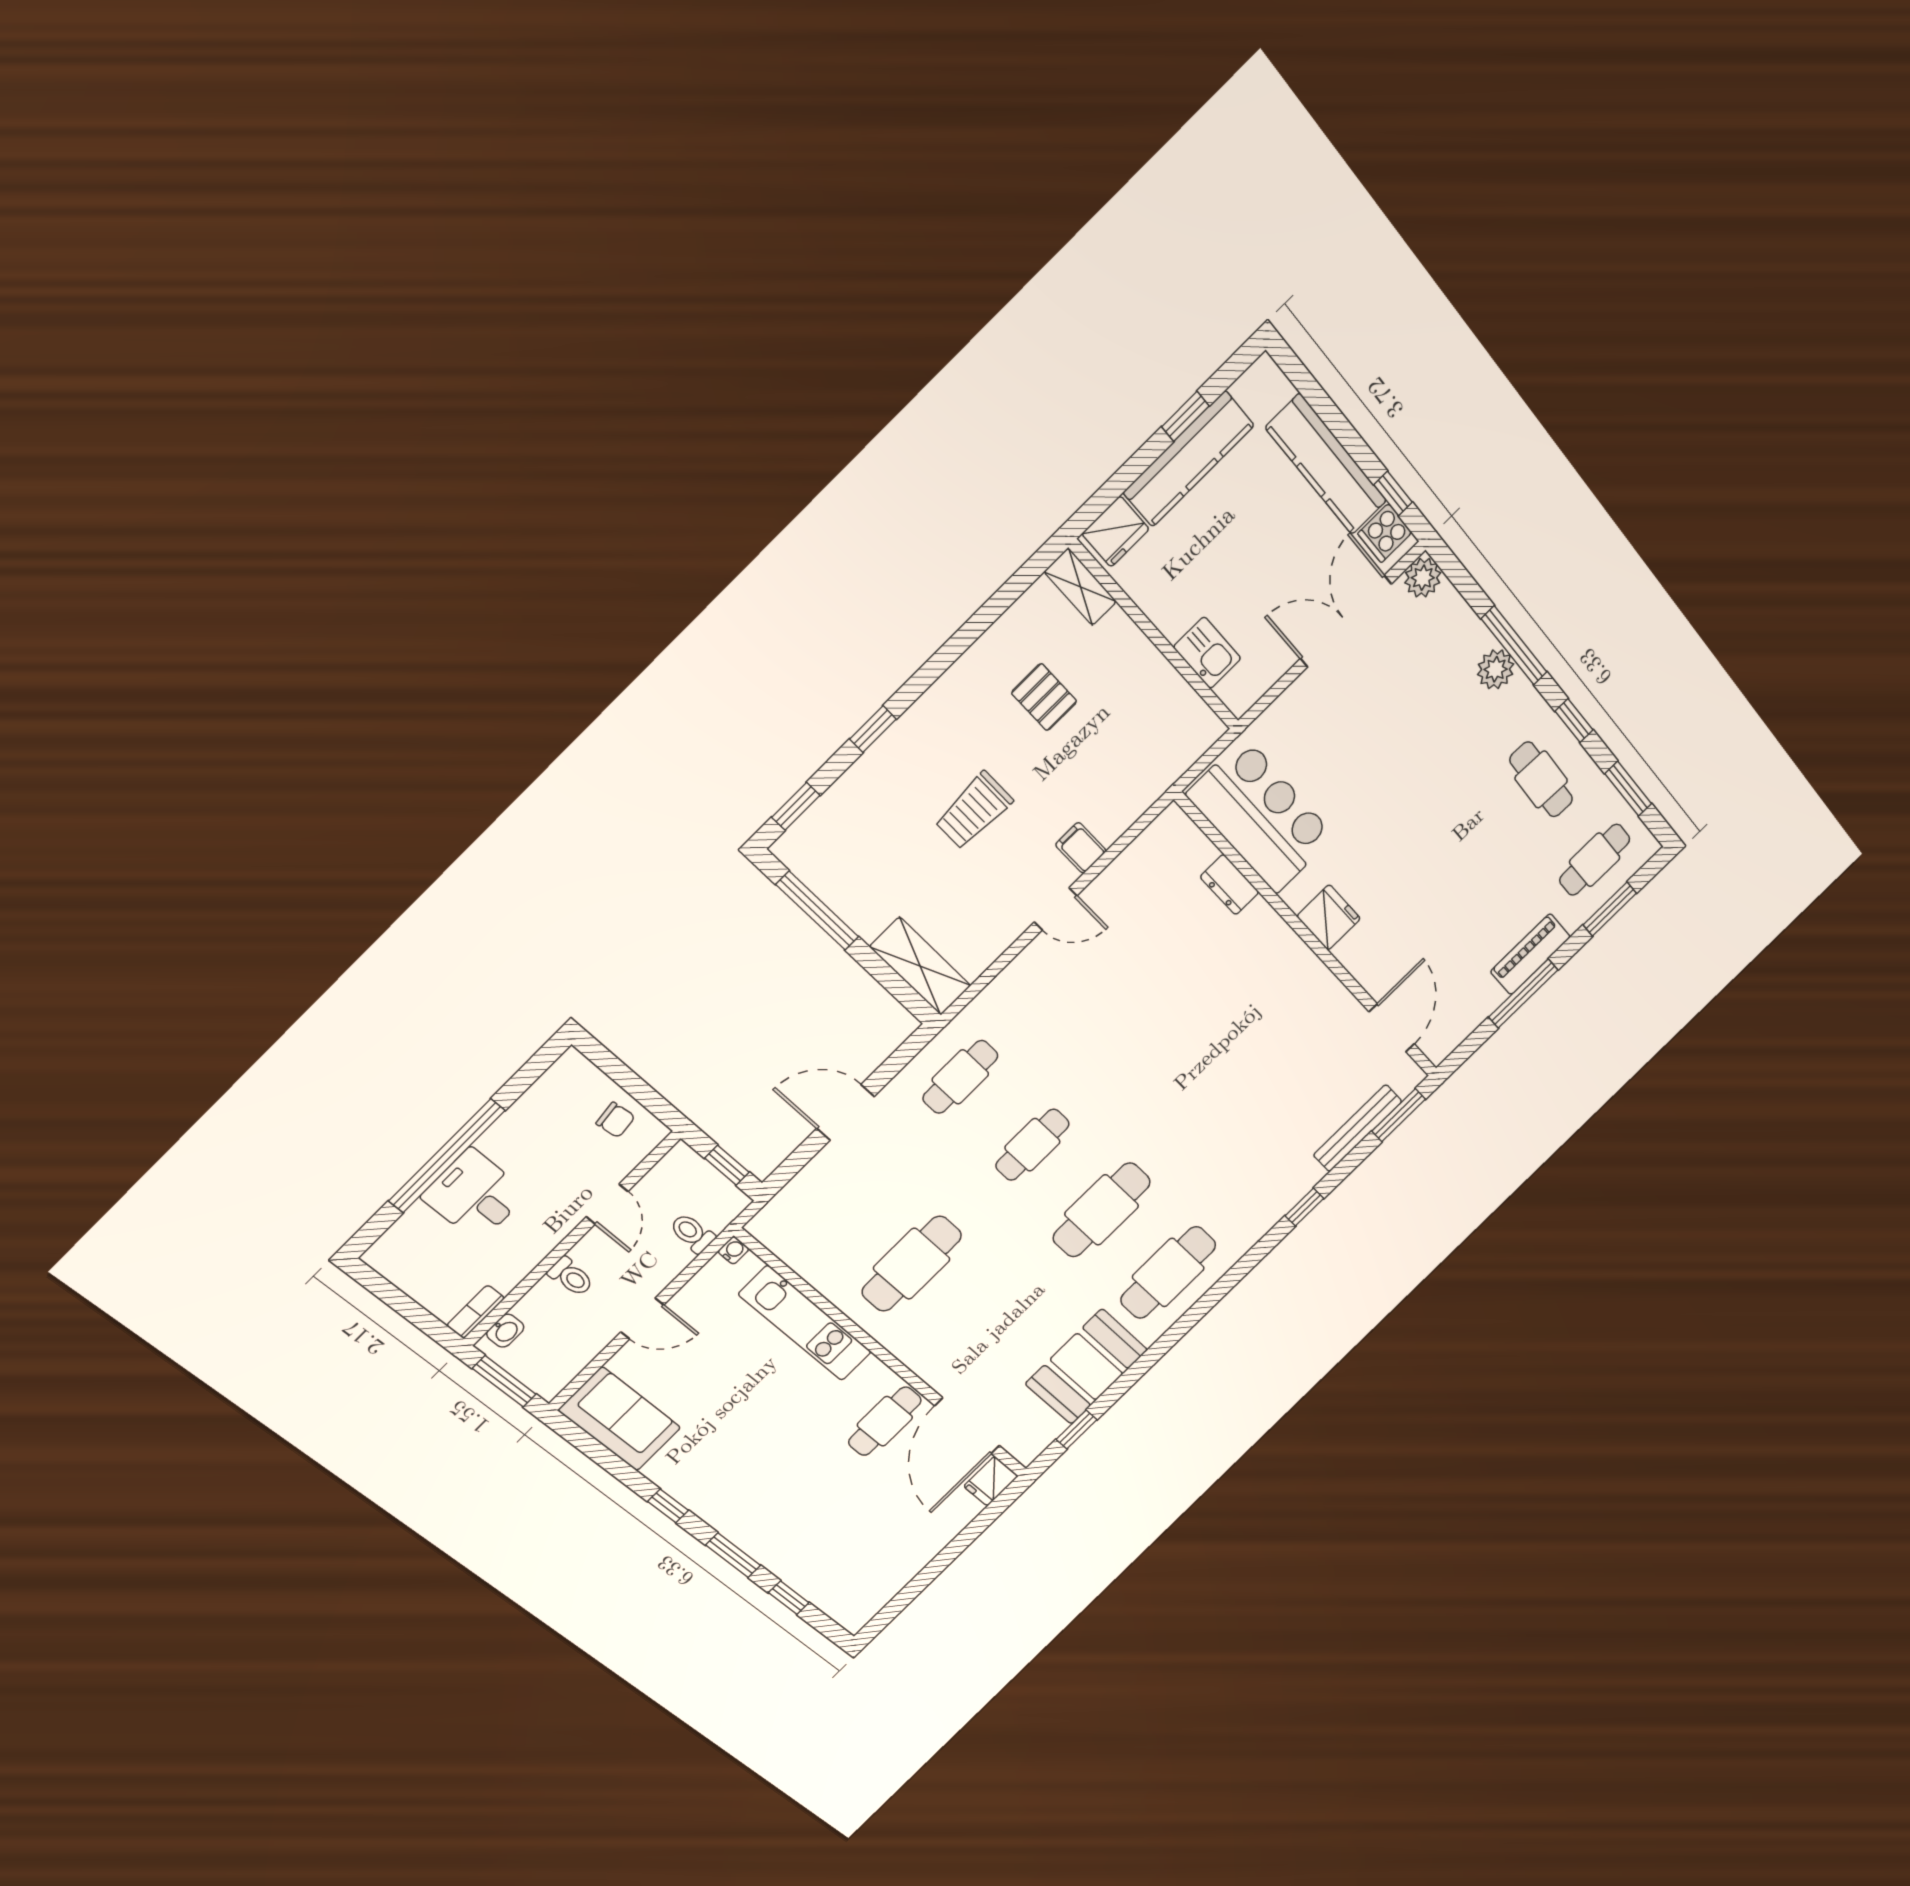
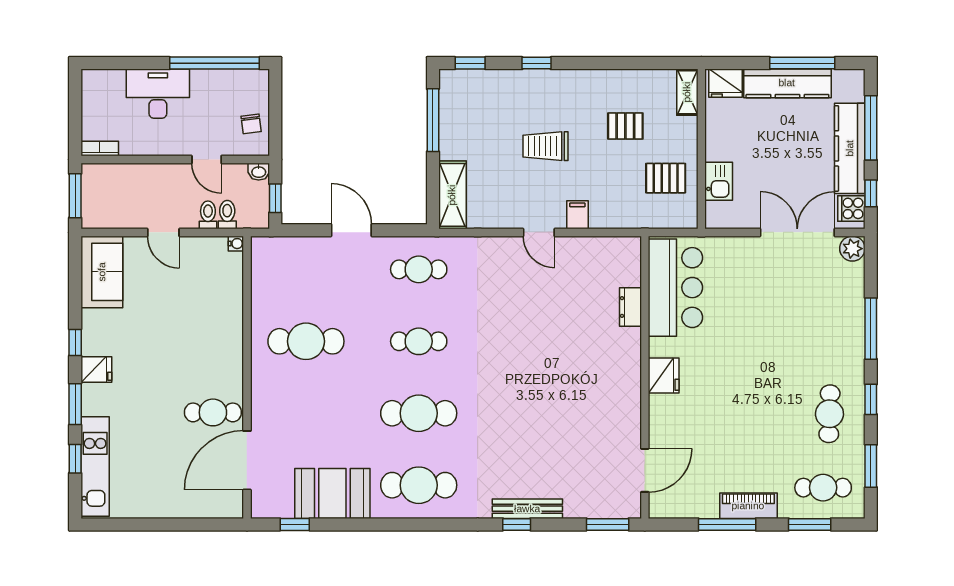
window: (1331, 415) -> (871, 128), added
window: (1185, 416) -> (802, 63), width x2.17
plant: (1496, 669) -> (852, 331), removed
pallet: (1044, 697) -> (625, 126), turned 90
pallet: (1144, 709) -> (666, 178), added
bench: (1358, 1128) -> (527, 509), moved
window: (447, 1156) -> (215, 63), moved
desk: (475, 1195) -> (158, 94), width x1.37
door: (607, 1204) -> (207, 160), hinge flipped
toilet: (571, 1277) -> (208, 215), moved, turned 180
kitchen unit: (805, 1323) -> (95, 466), moved, turned 180
washbasin: (505, 1331) -> (259, 172), moved
fridge: (991, 1481) -> (96, 370), moved, turned 180

